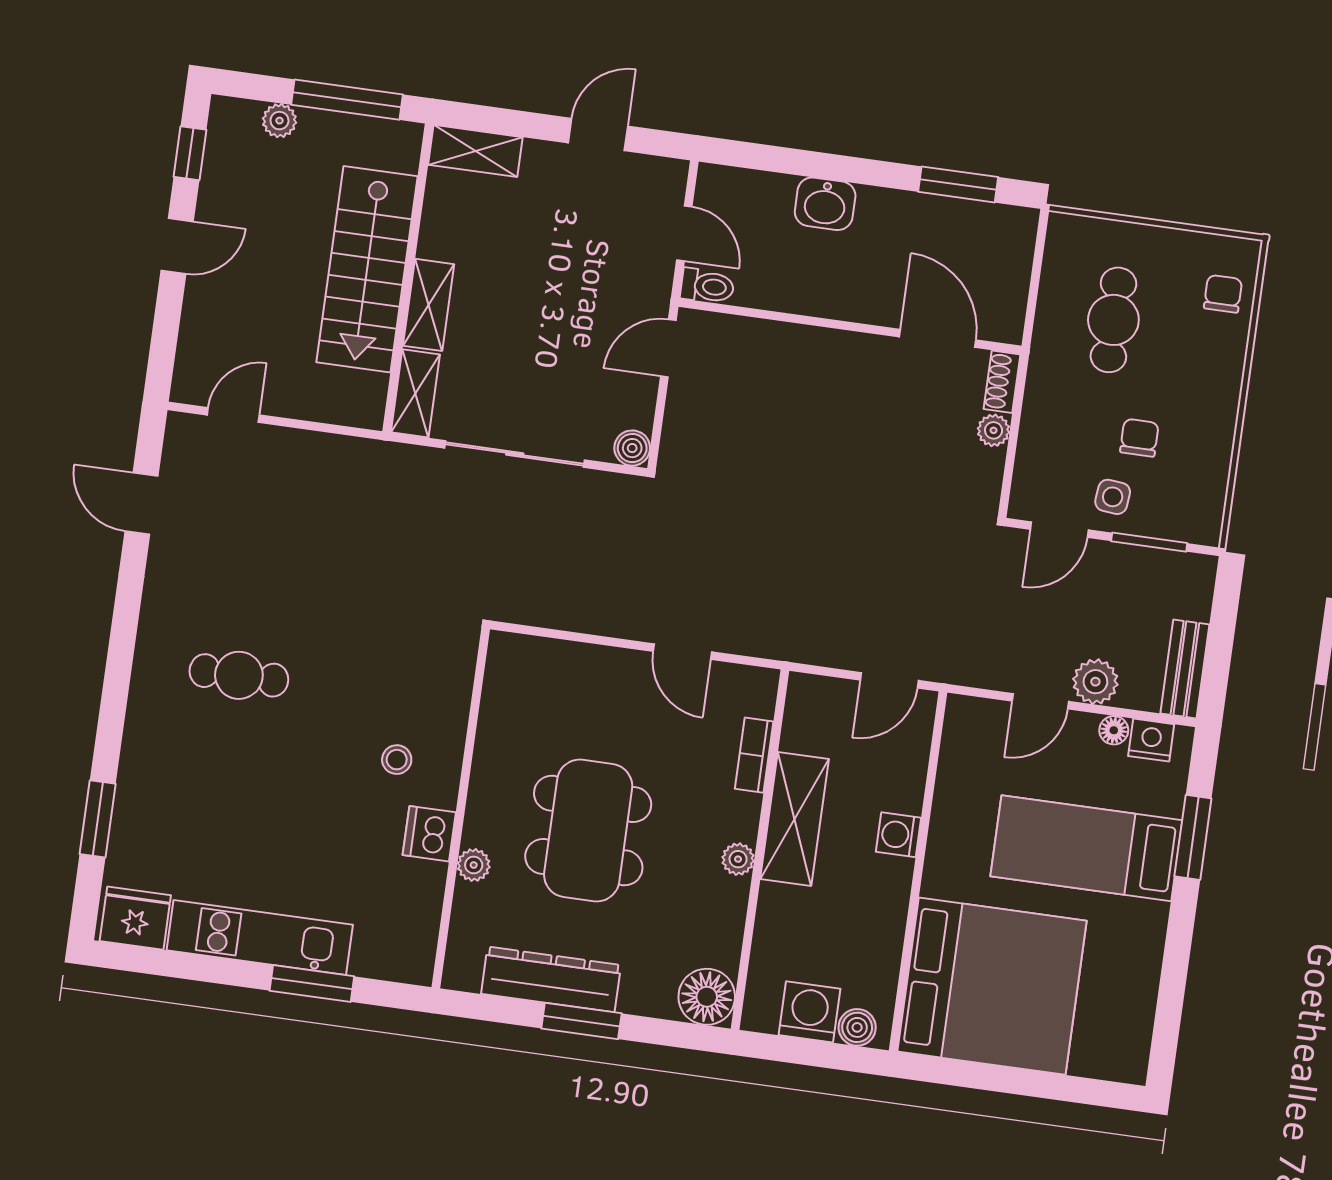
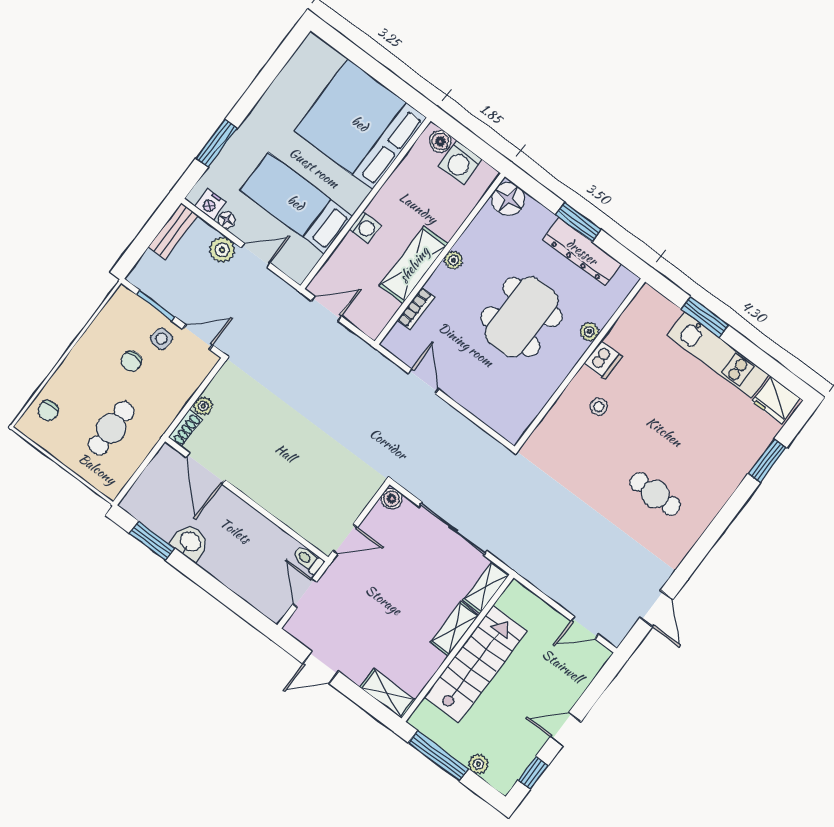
washbasin: (825, 204) -> (190, 542), moved
bed: (1086, 848) -> (296, 203), moved, turned 180

